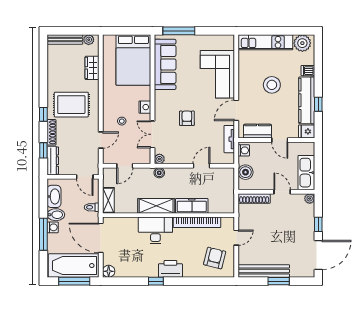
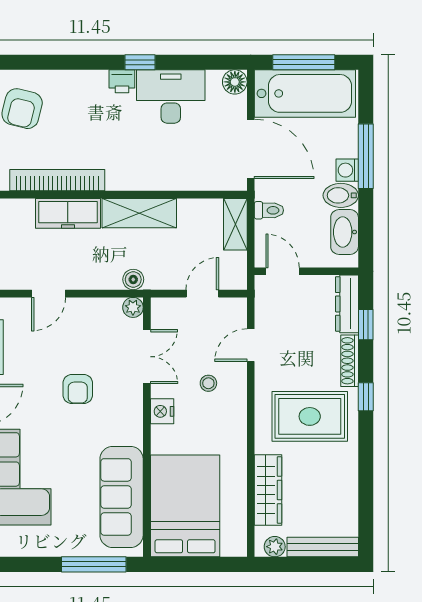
wardrobe: (92, 68) -> (268, 490), width x1.50
desk: (155, 230) -> (171, 96), moved, turned 180
printer: (170, 269) -> (122, 81), width x0.53, depth x0.68

